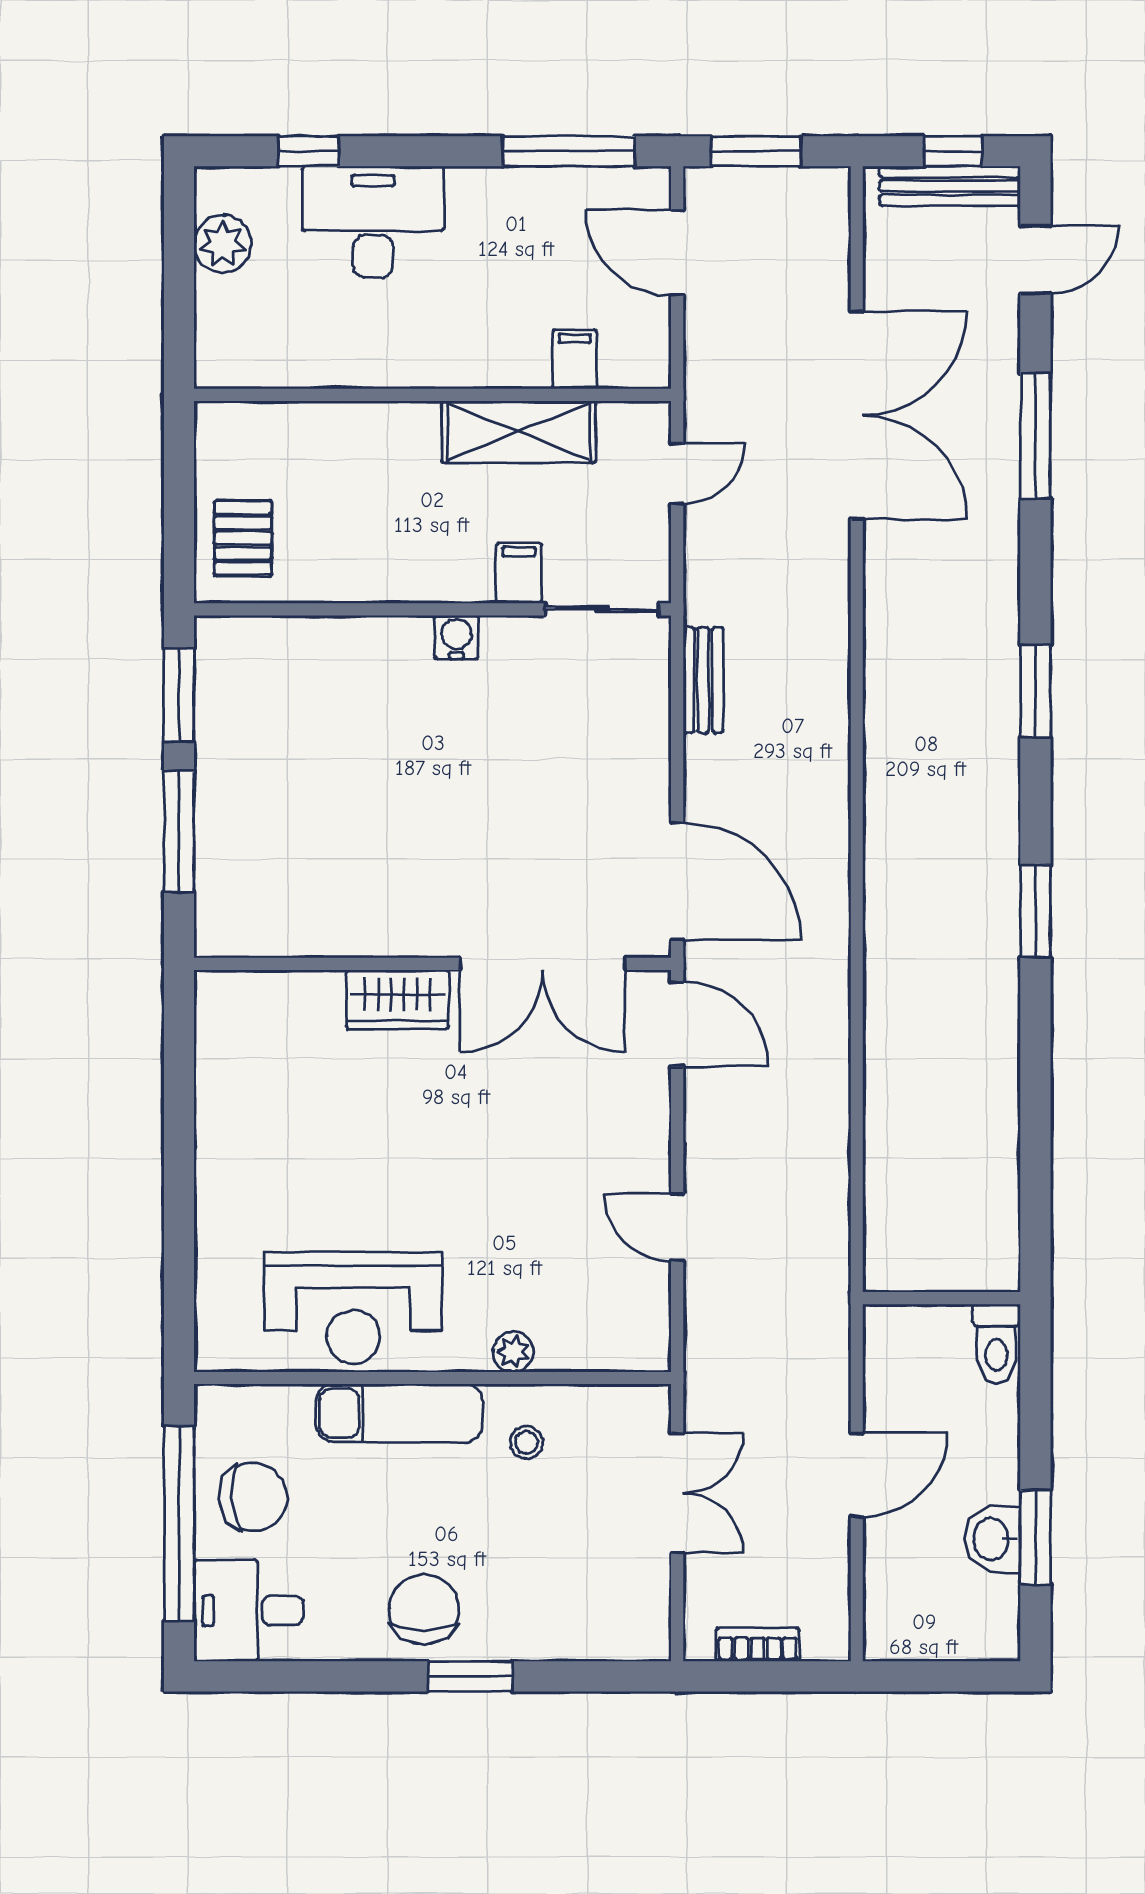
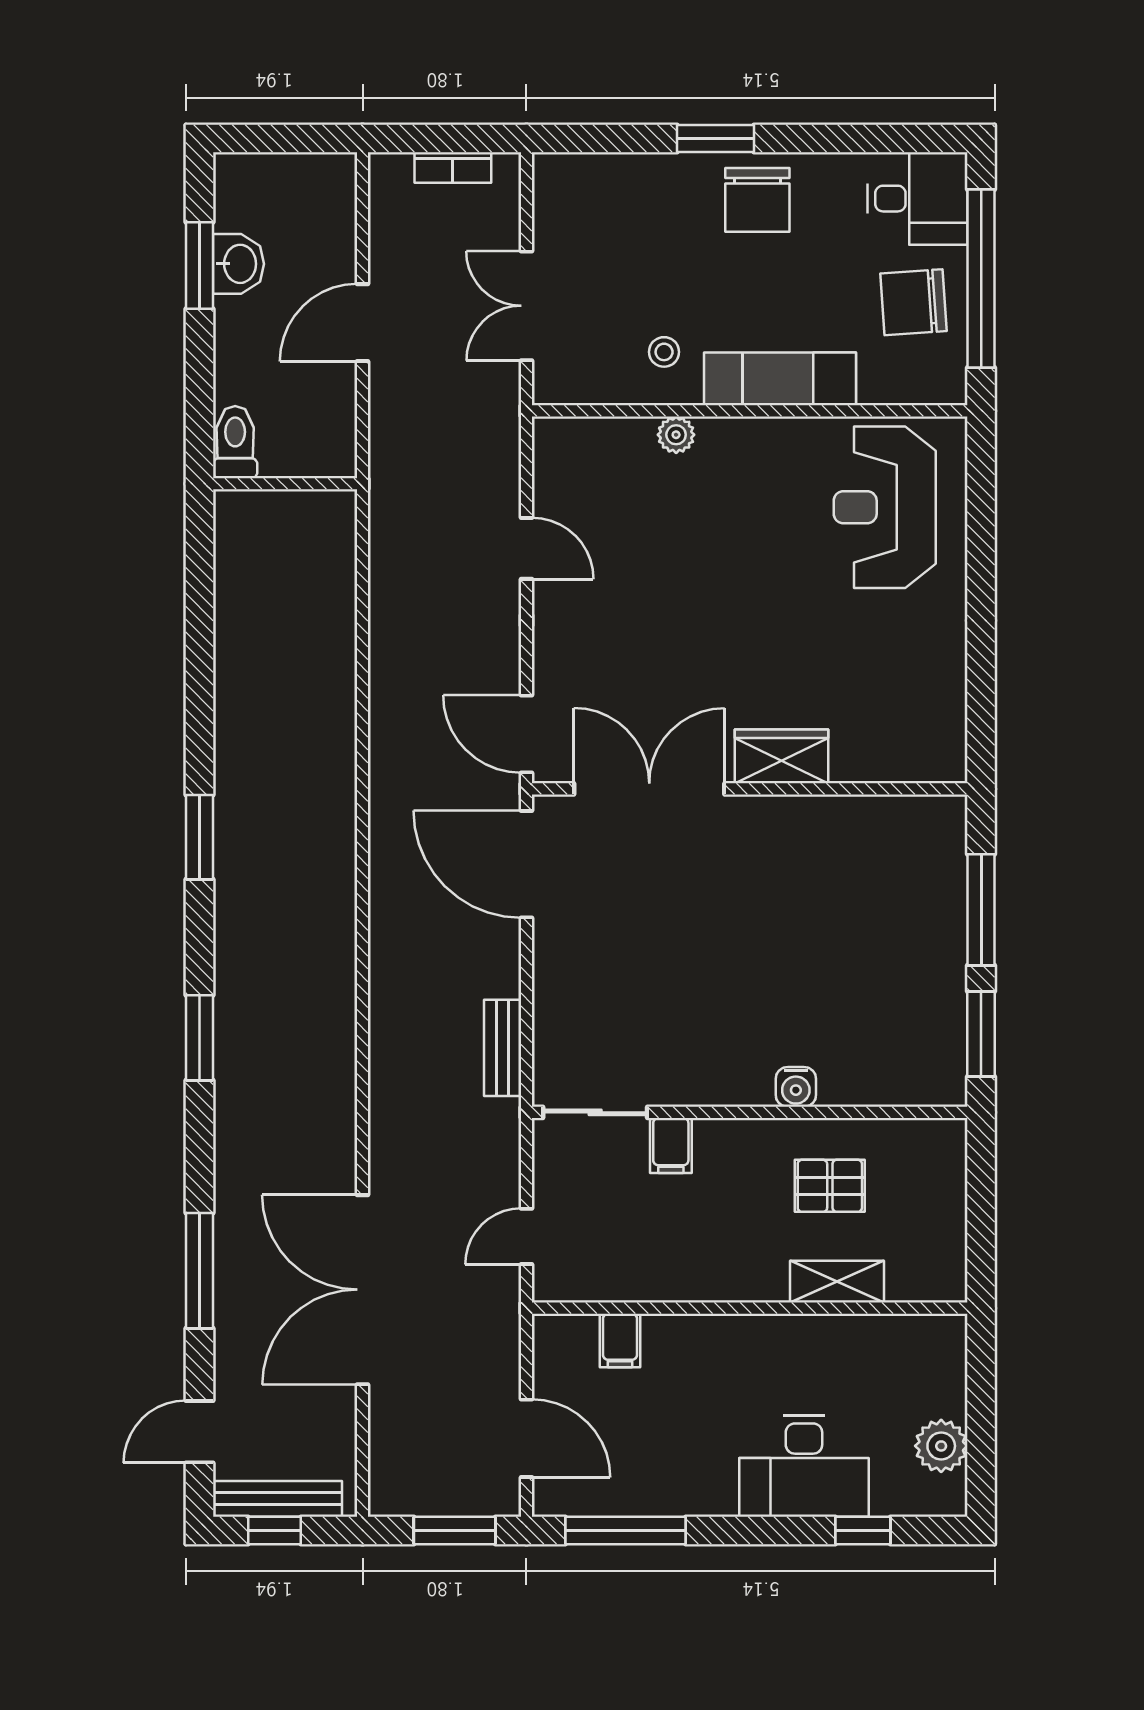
shelving: (519, 432) -> (837, 1282), moved, width x0.67, depth x0.75
pallet: (243, 538) -> (830, 1186), moved, turned 90
water cooler: (456, 637) -> (796, 1087), moved
reception desk: (353, 1308) -> (885, 507), moved, turned -90

